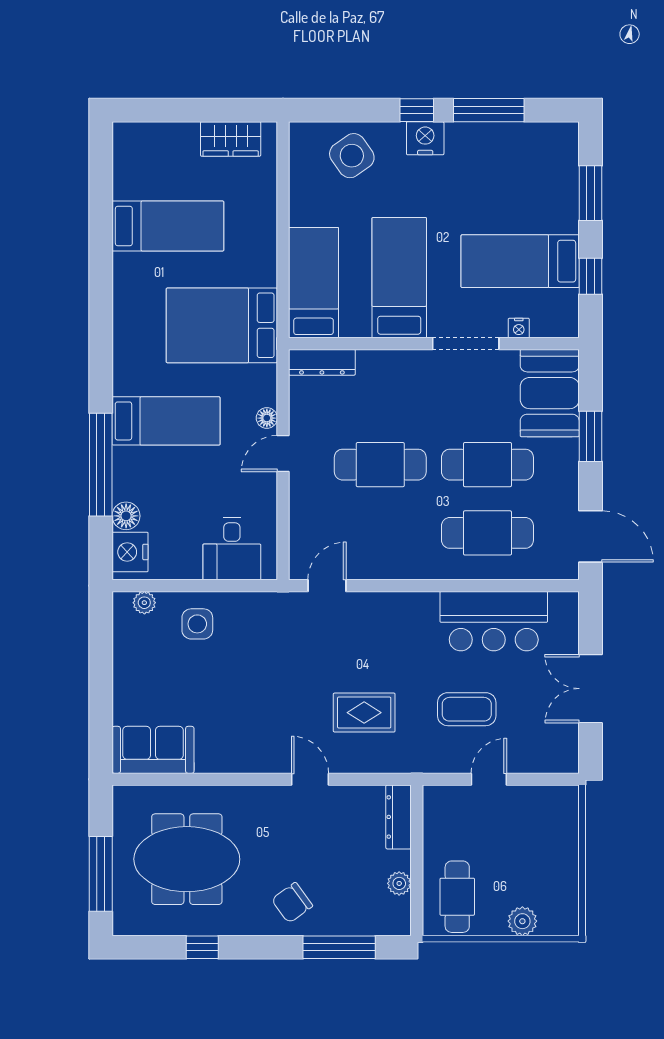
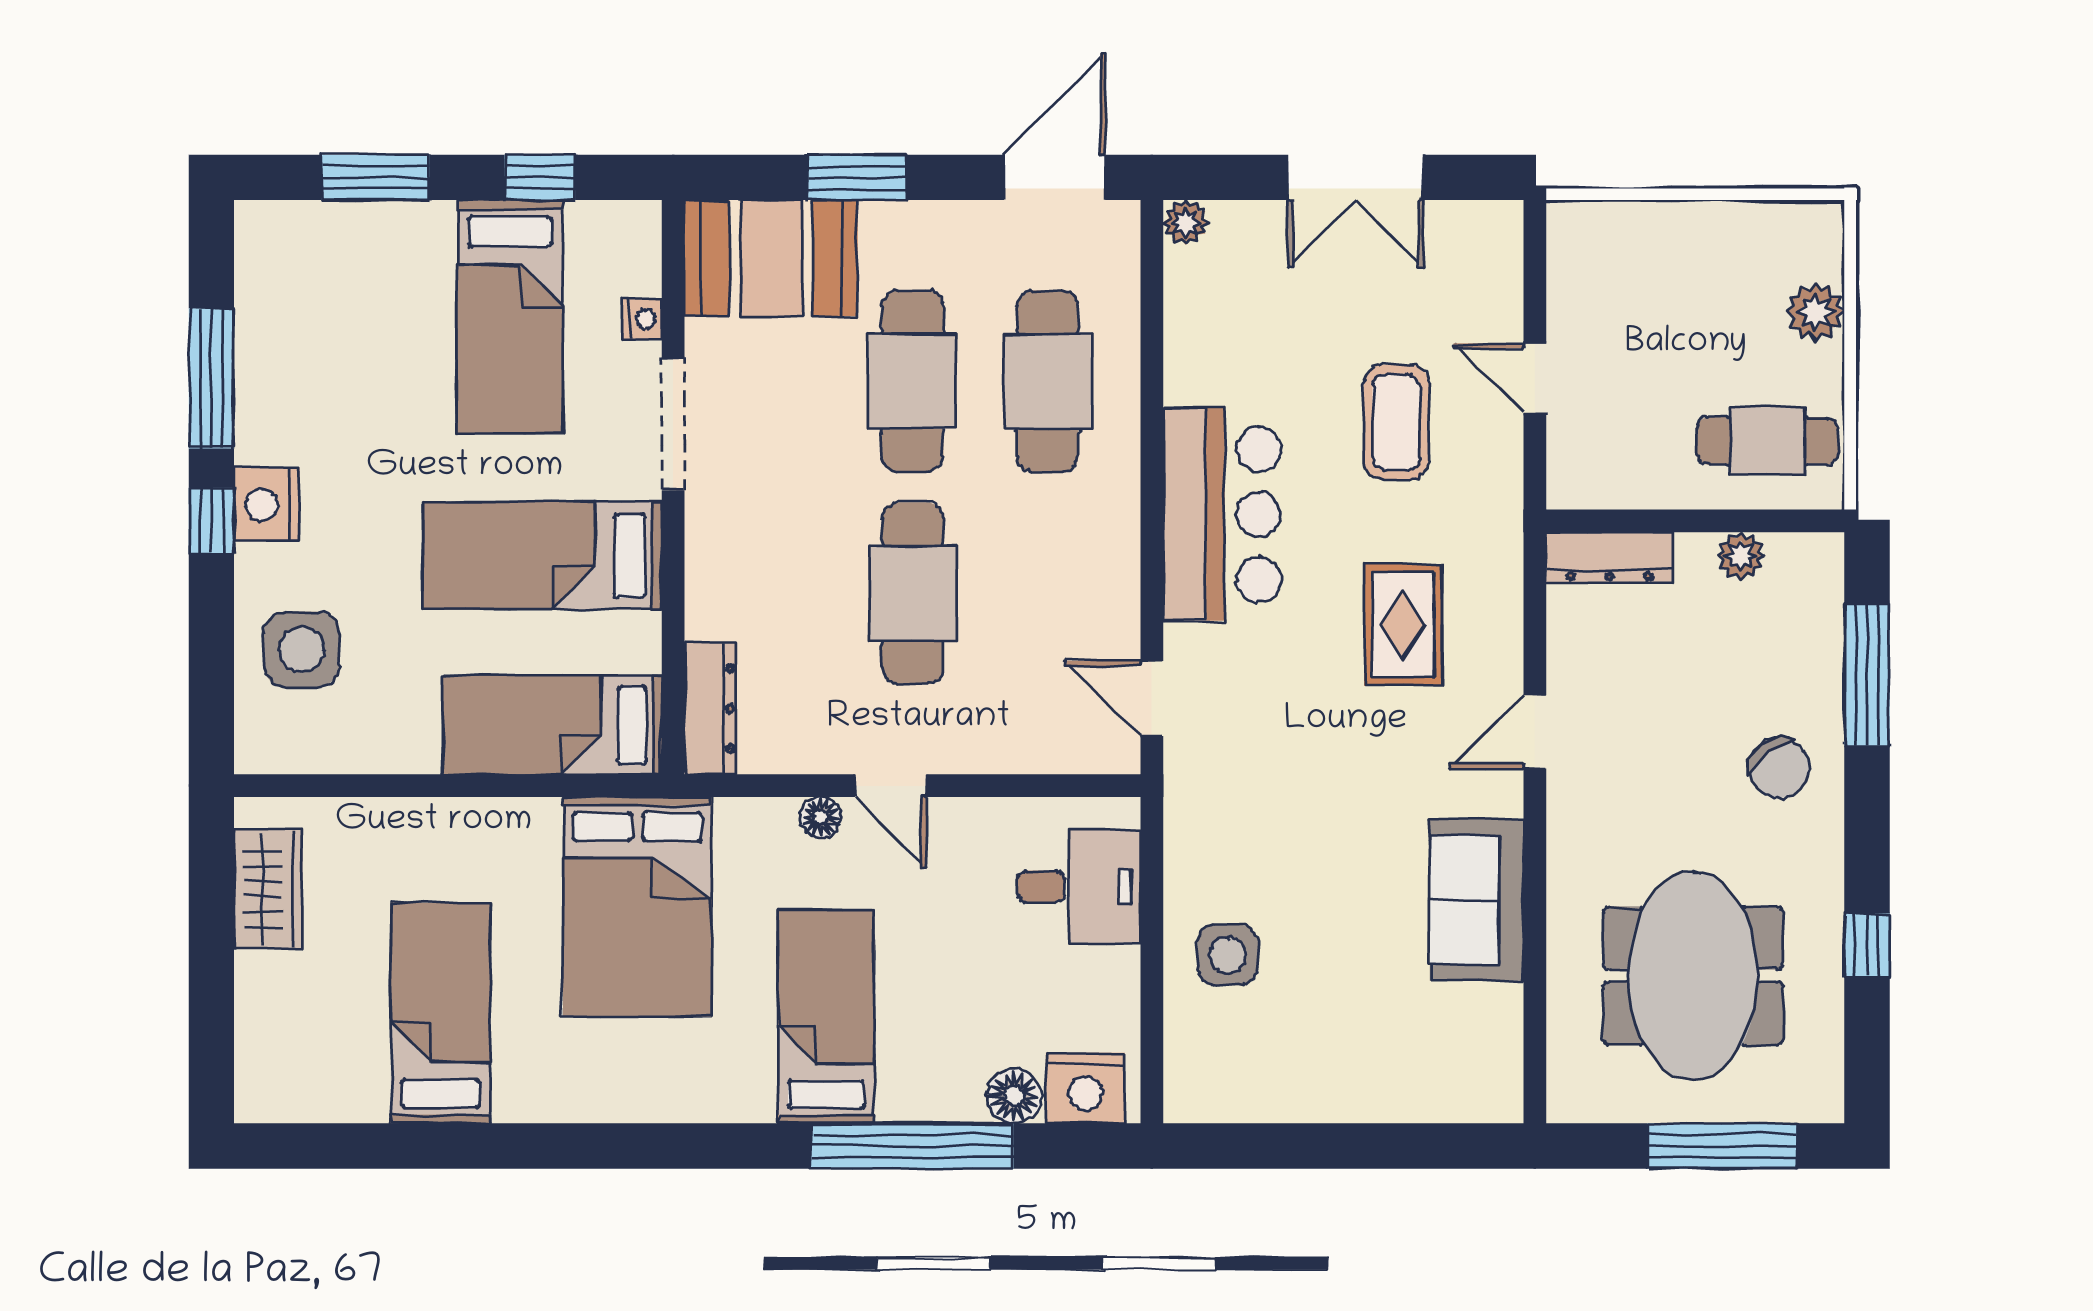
side table: (352, 156) -> (301, 649), turned 35
plant: (144, 603) -> (1186, 222), moved
bar counter: (494, 621) -> (1222, 514), moved
sofa: (153, 750) -> (1477, 900), moved

